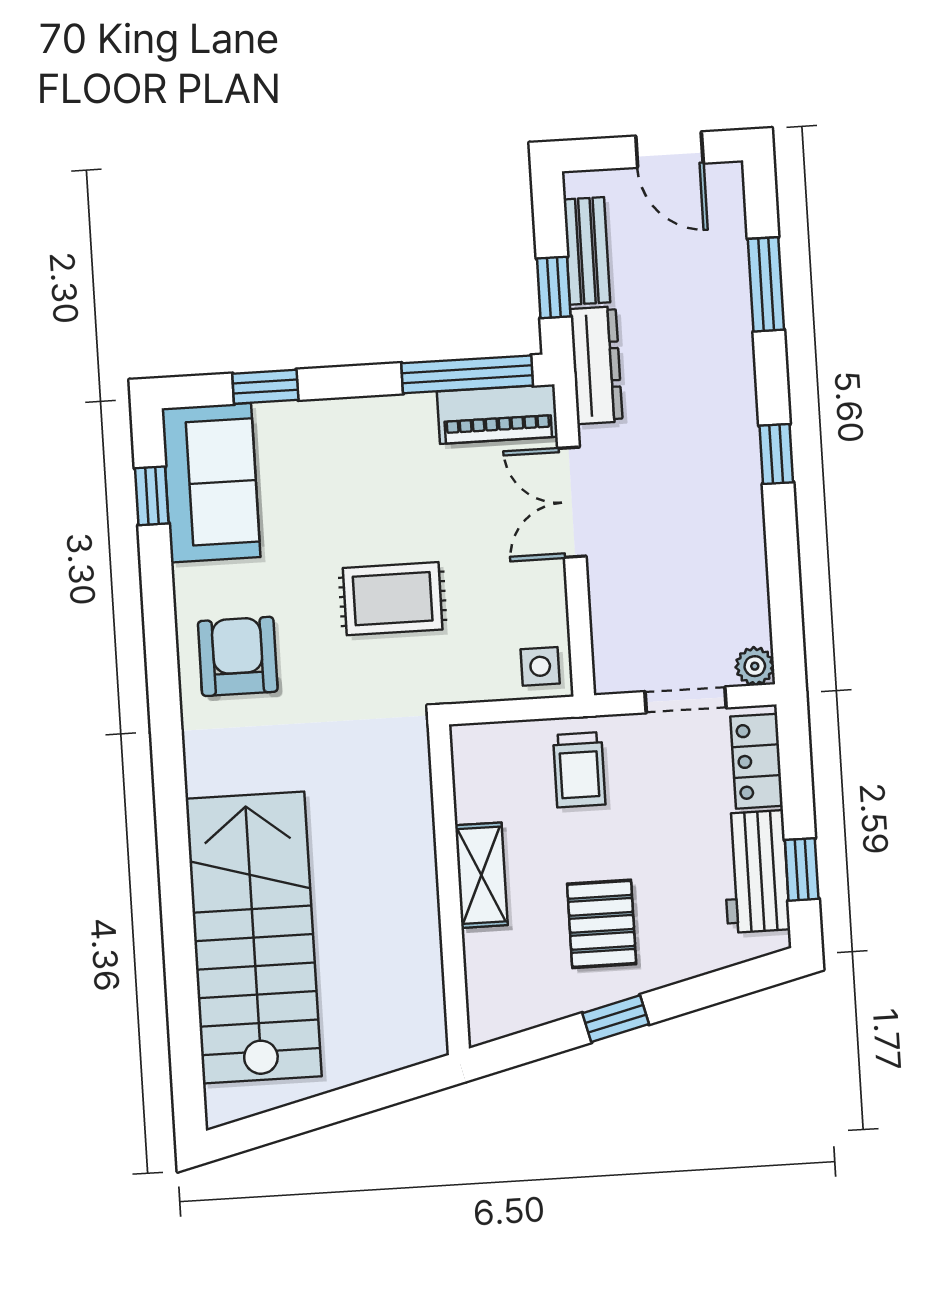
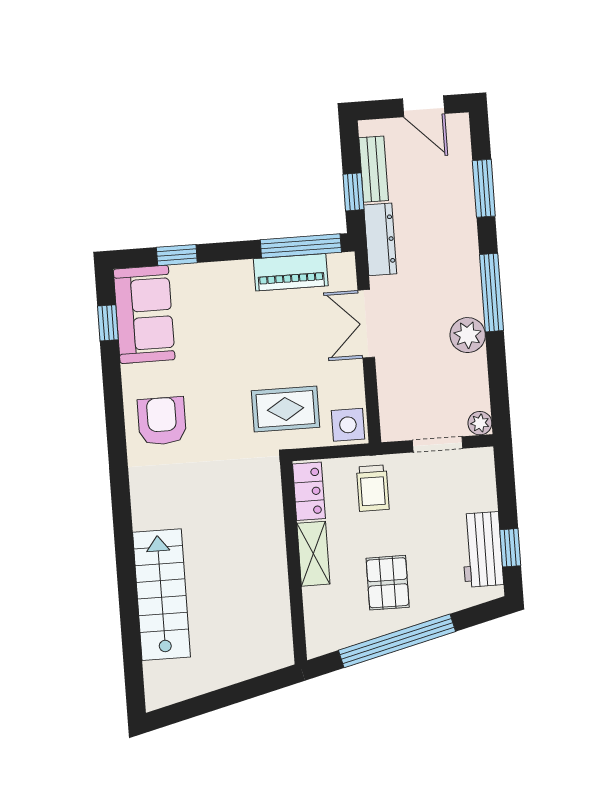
piano: (497, 414) -> (291, 272), moved
window: (776, 454) -> (492, 293), width x2.17
plant: (737, 523) -> (468, 335), added
rug: (393, 599) -> (286, 409), moved
side table: (540, 666) -> (348, 425), width x1.37, depth x1.37
locker: (757, 761) -> (309, 491), moved, turned 180
stairs: (254, 938) -> (162, 595), width x0.73, depth x0.66
window: (616, 1019) -> (397, 641), width x3.17

